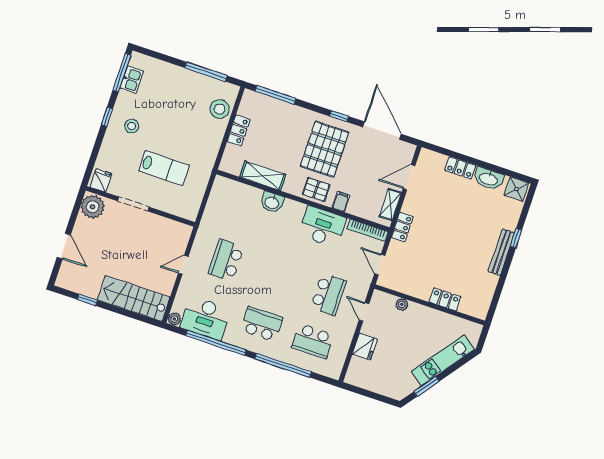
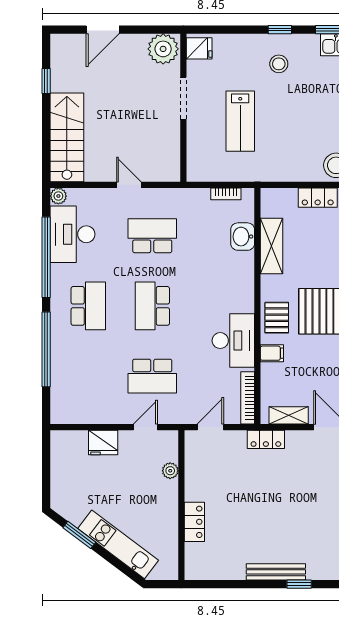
bookcase: (214, 196) -> (226, 194), added
washbasin: (272, 202) -> (243, 237), moved
school desk: (313, 341) -> (152, 306), moved

